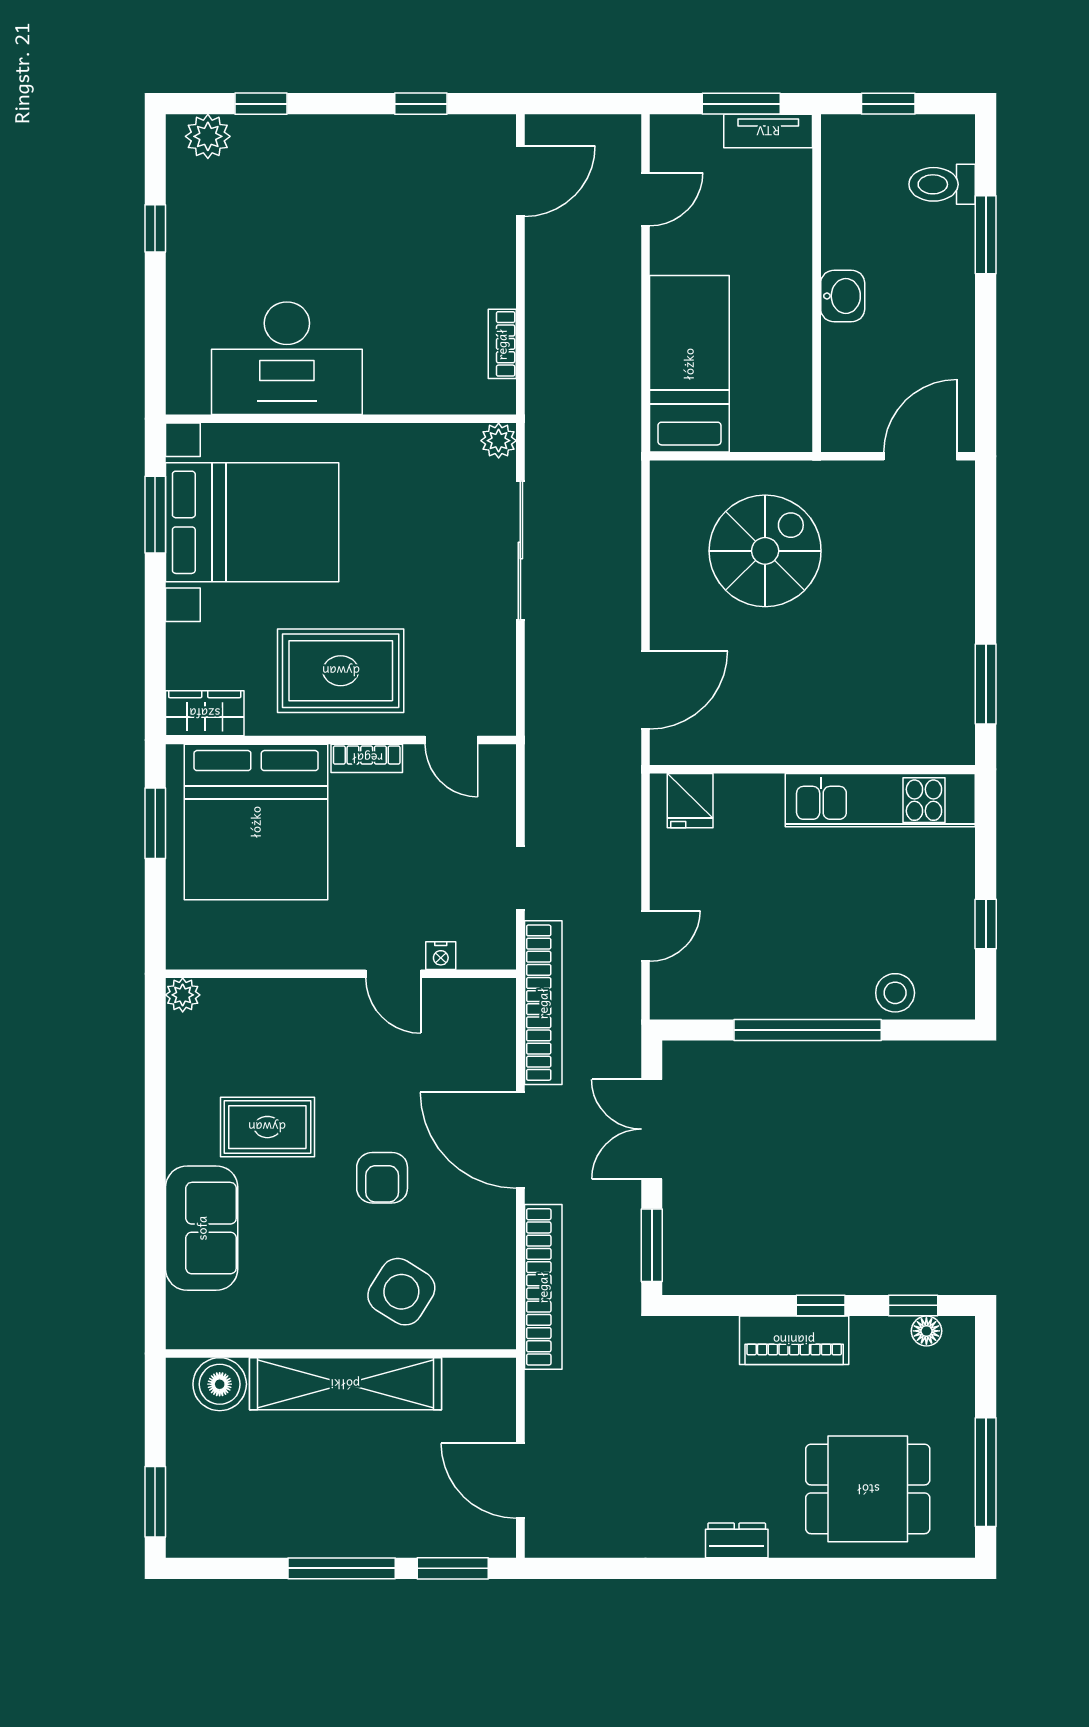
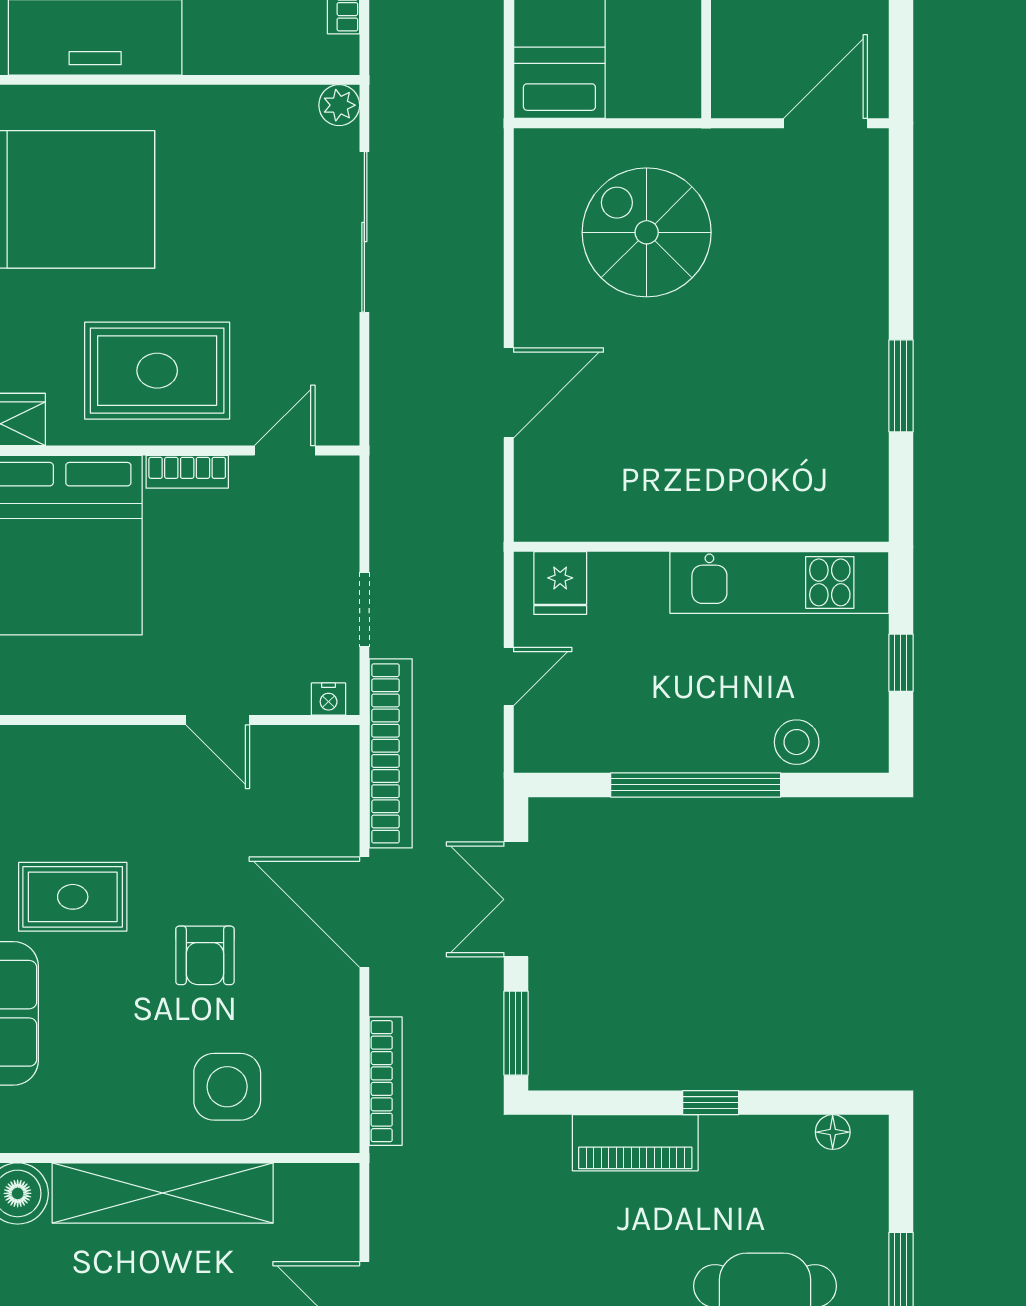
spiral stairs: (765, 551) -> (647, 232), turned -90
door: (451, 740) -> (285, 451), swing flipped
wall: (812, 769) -> (701, 547), moved
kitchen unit: (880, 800) -> (779, 582), moved
fridge: (690, 801) -> (560, 583), moved
nightstand: (441, 956) -> (329, 699), moved
bookcase: (543, 1287) -> (386, 1081), width x0.68, depth x0.76
side table: (401, 1292) -> (227, 1087), turned -32
window: (913, 1305) -> (817, 1103), removed
piano: (794, 1340) -> (635, 1143), moved

